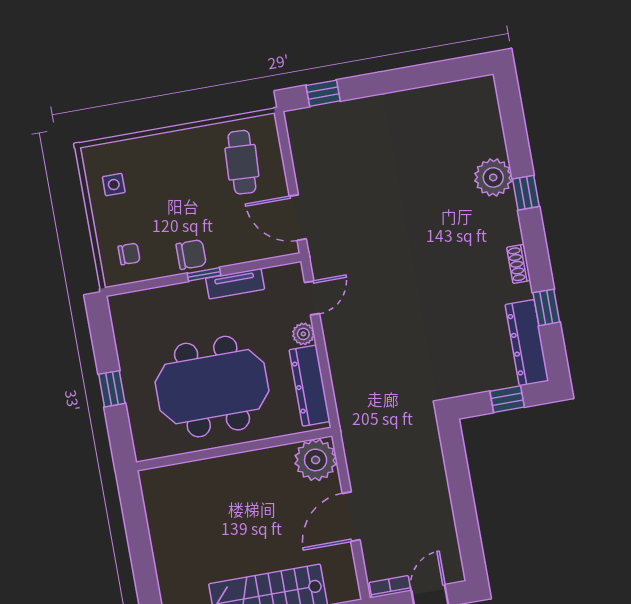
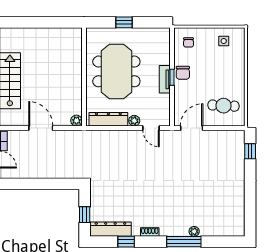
plant: (493, 177) -> (194, 231), width x0.53, depth x0.53
window: (526, 193) -> (184, 242), width x2.17
tv unit: (235, 284) -> (165, 79), moved
plant: (316, 460) -> (76, 121), width x0.53, depth x0.53

